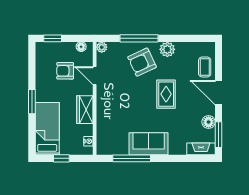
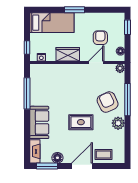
sofa: (149, 144) -> (39, 122), moved
window: (61, 158) -> (27, 48), moved

